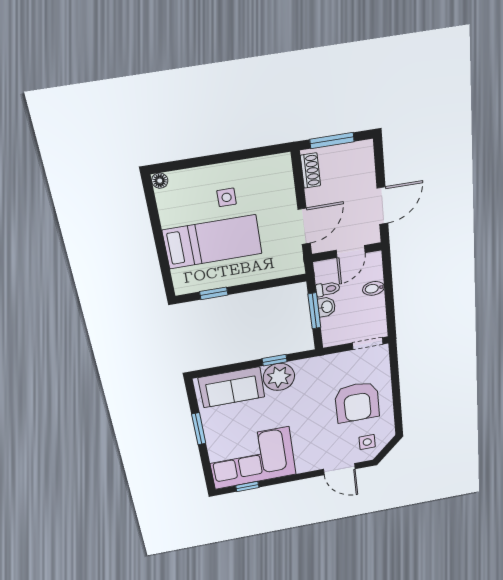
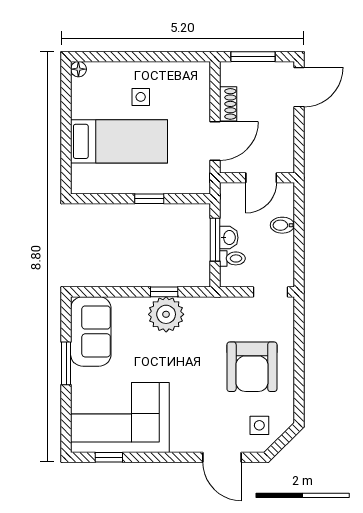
shoe rack: (310, 171) -> (228, 104), moved
door: (382, 206) -> (299, 87), moved
toilet: (328, 289) -> (232, 258), moved
window: (214, 293) -> (149, 199), moved
sofa: (232, 387) -> (91, 331), moved, turned -90

